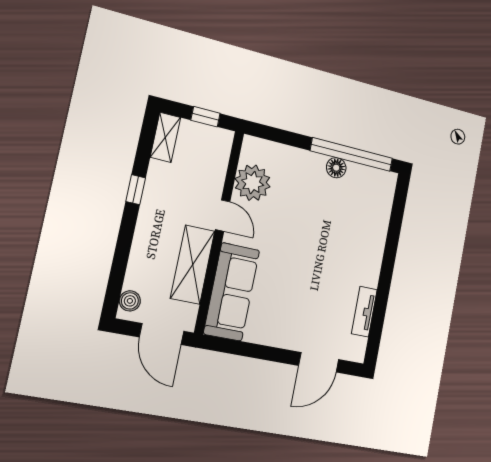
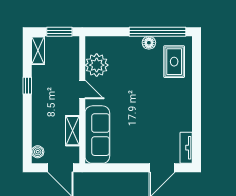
window: (206, 117) -> (59, 32), width x1.50
rug: (367, 205) -> (174, 62), added
shelving: (193, 265) -> (72, 131), width x0.67, depth x0.75
tv unit: (364, 312) -> (186, 148), moved

